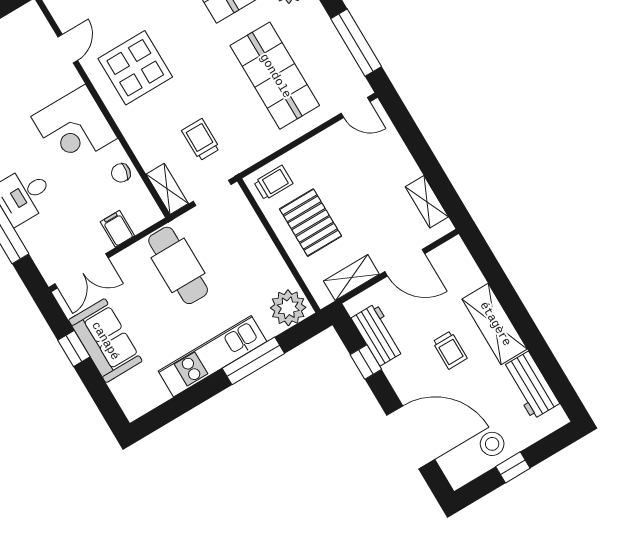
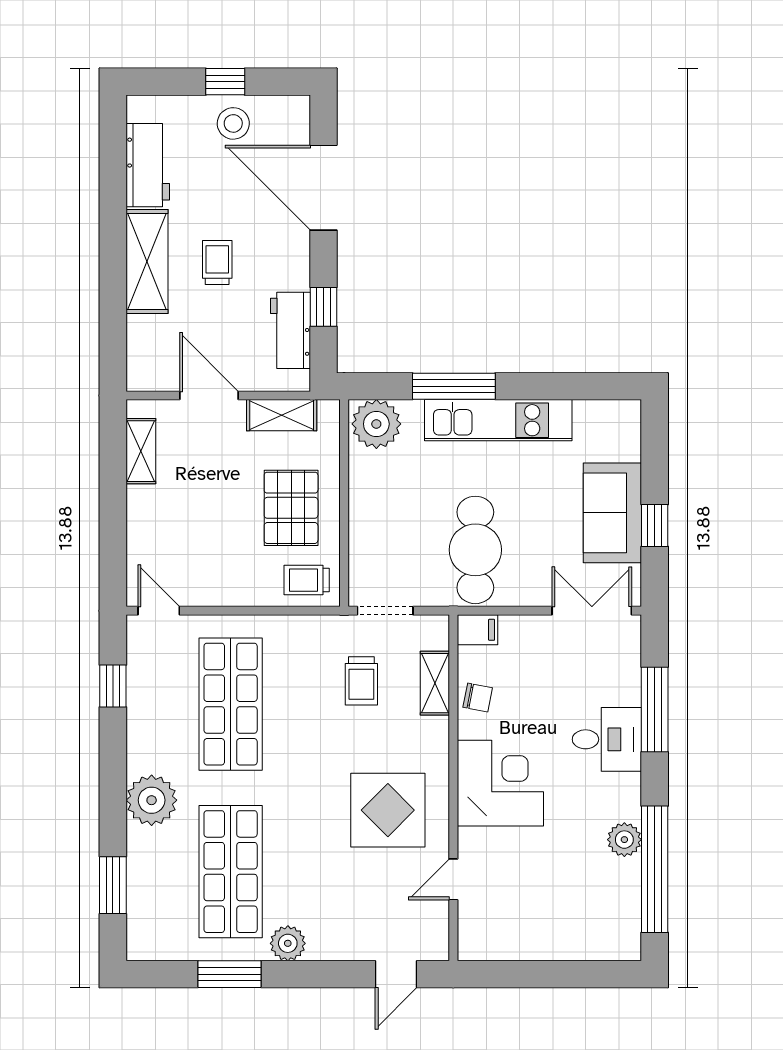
window: (356, 43) -> (113, 686), width x0.46
shelving: (167, 189) -> (435, 683), moved
filing cabinet: (117, 229) -> (477, 630), moved, turned -90

